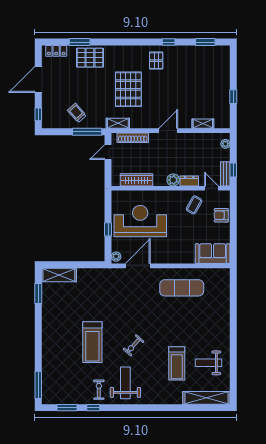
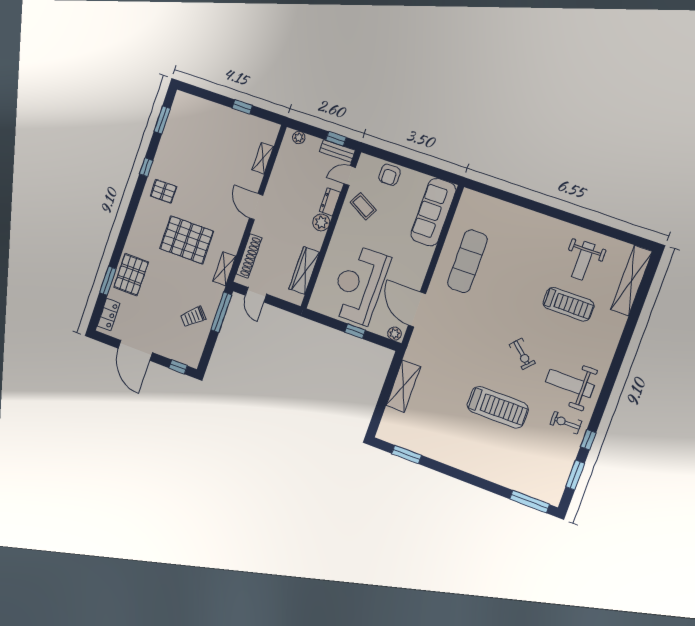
sofa: (213, 254) -> (433, 212), width x1.36
shelving: (59, 275) -> (403, 386), moved

